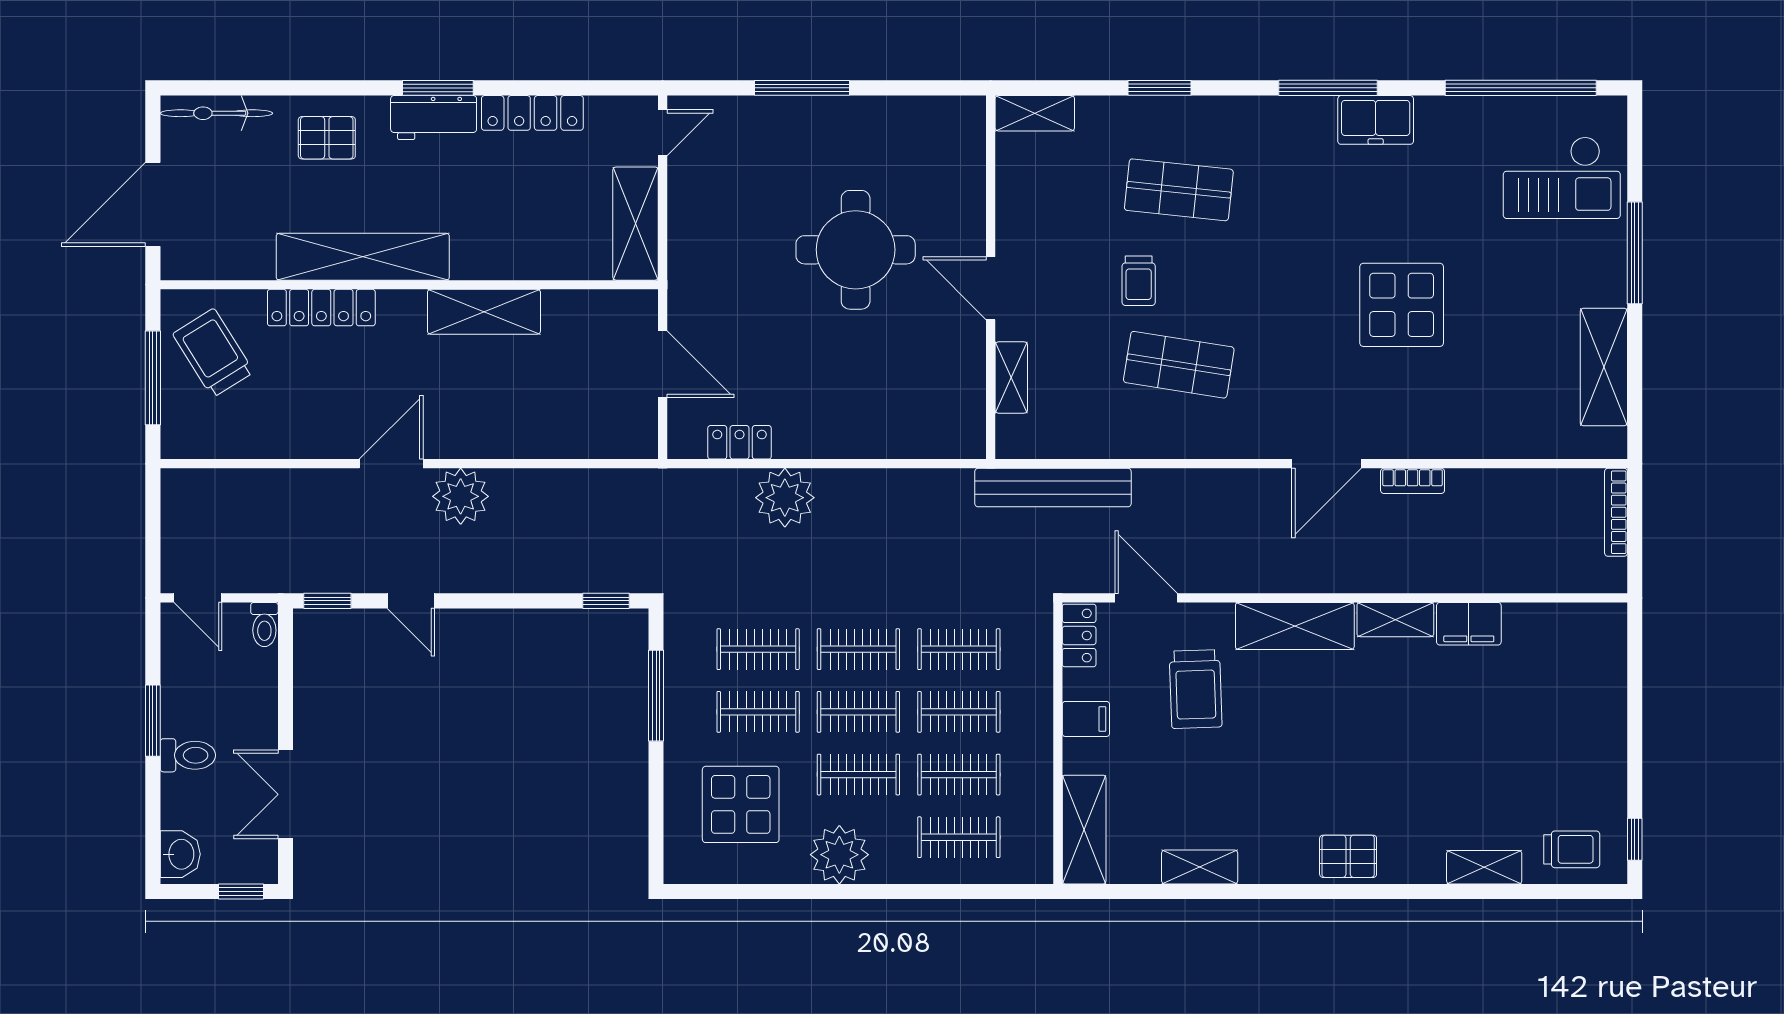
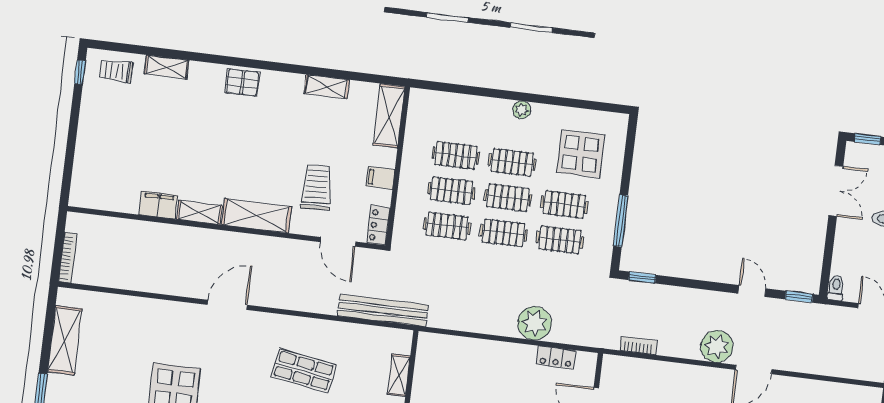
bookcase: (1413, 481) -> (638, 346), moved
clothes rail: (959, 837) -> (460, 120), removed
plant: (839, 855) -> (522, 110), width x0.53, depth x0.53

